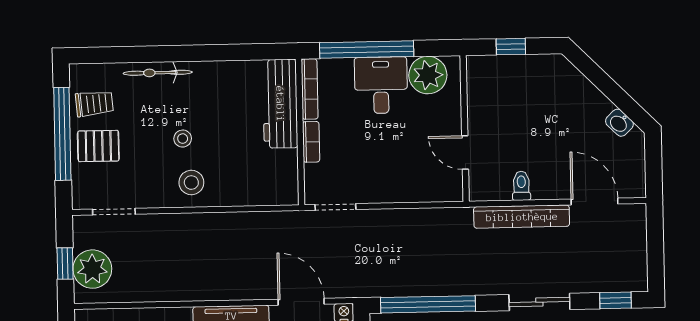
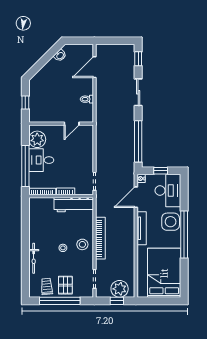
workbench: (280, 104) -> (74, 205), moved
bookcase: (522, 217) -> (100, 238), moved

